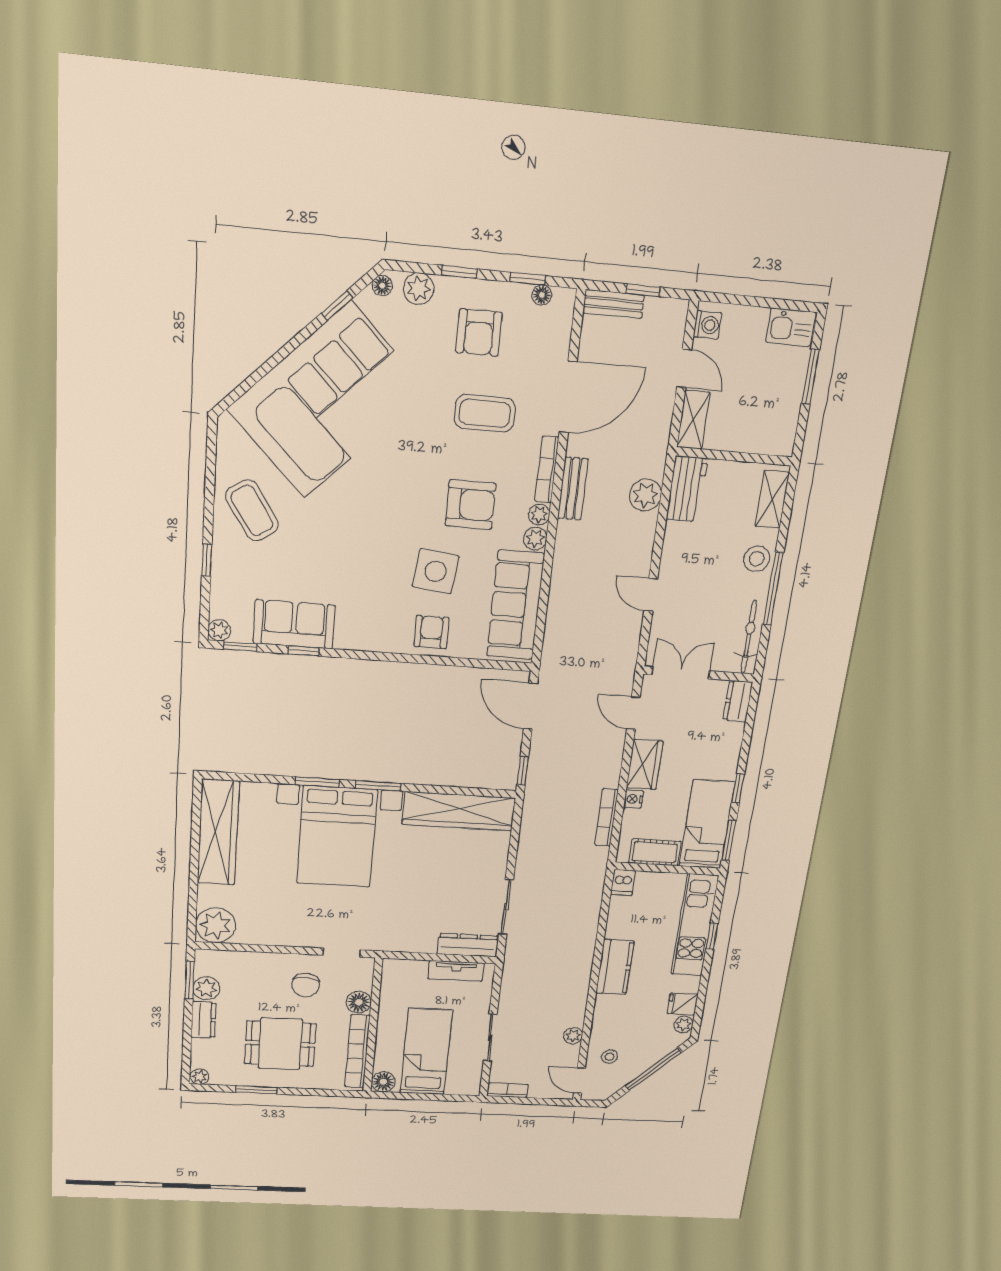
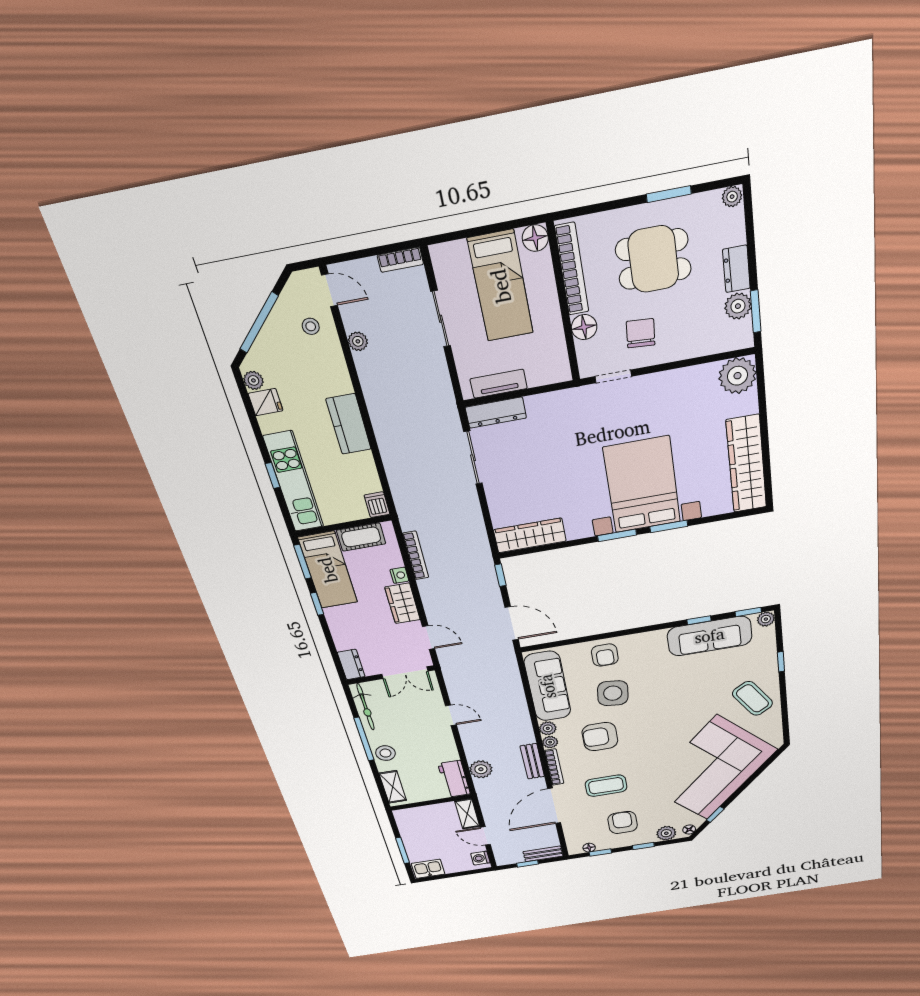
sofa: (294, 624) -> (710, 636), width x1.36
wardrobe: (459, 811) -> (530, 535), width x0.71, depth x0.85

